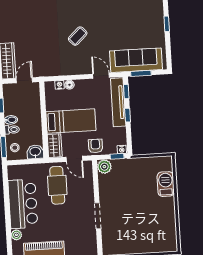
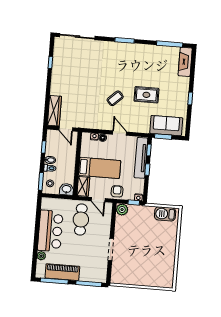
rug: (114, 27) -> (146, 95), added
sofa: (136, 60) -> (166, 126), width x0.73
door: (101, 76) -> (120, 133), moved
door: (24, 80) -> (66, 129), swing flipped
barbecue: (166, 184) -> (165, 214), moved, turned -90

